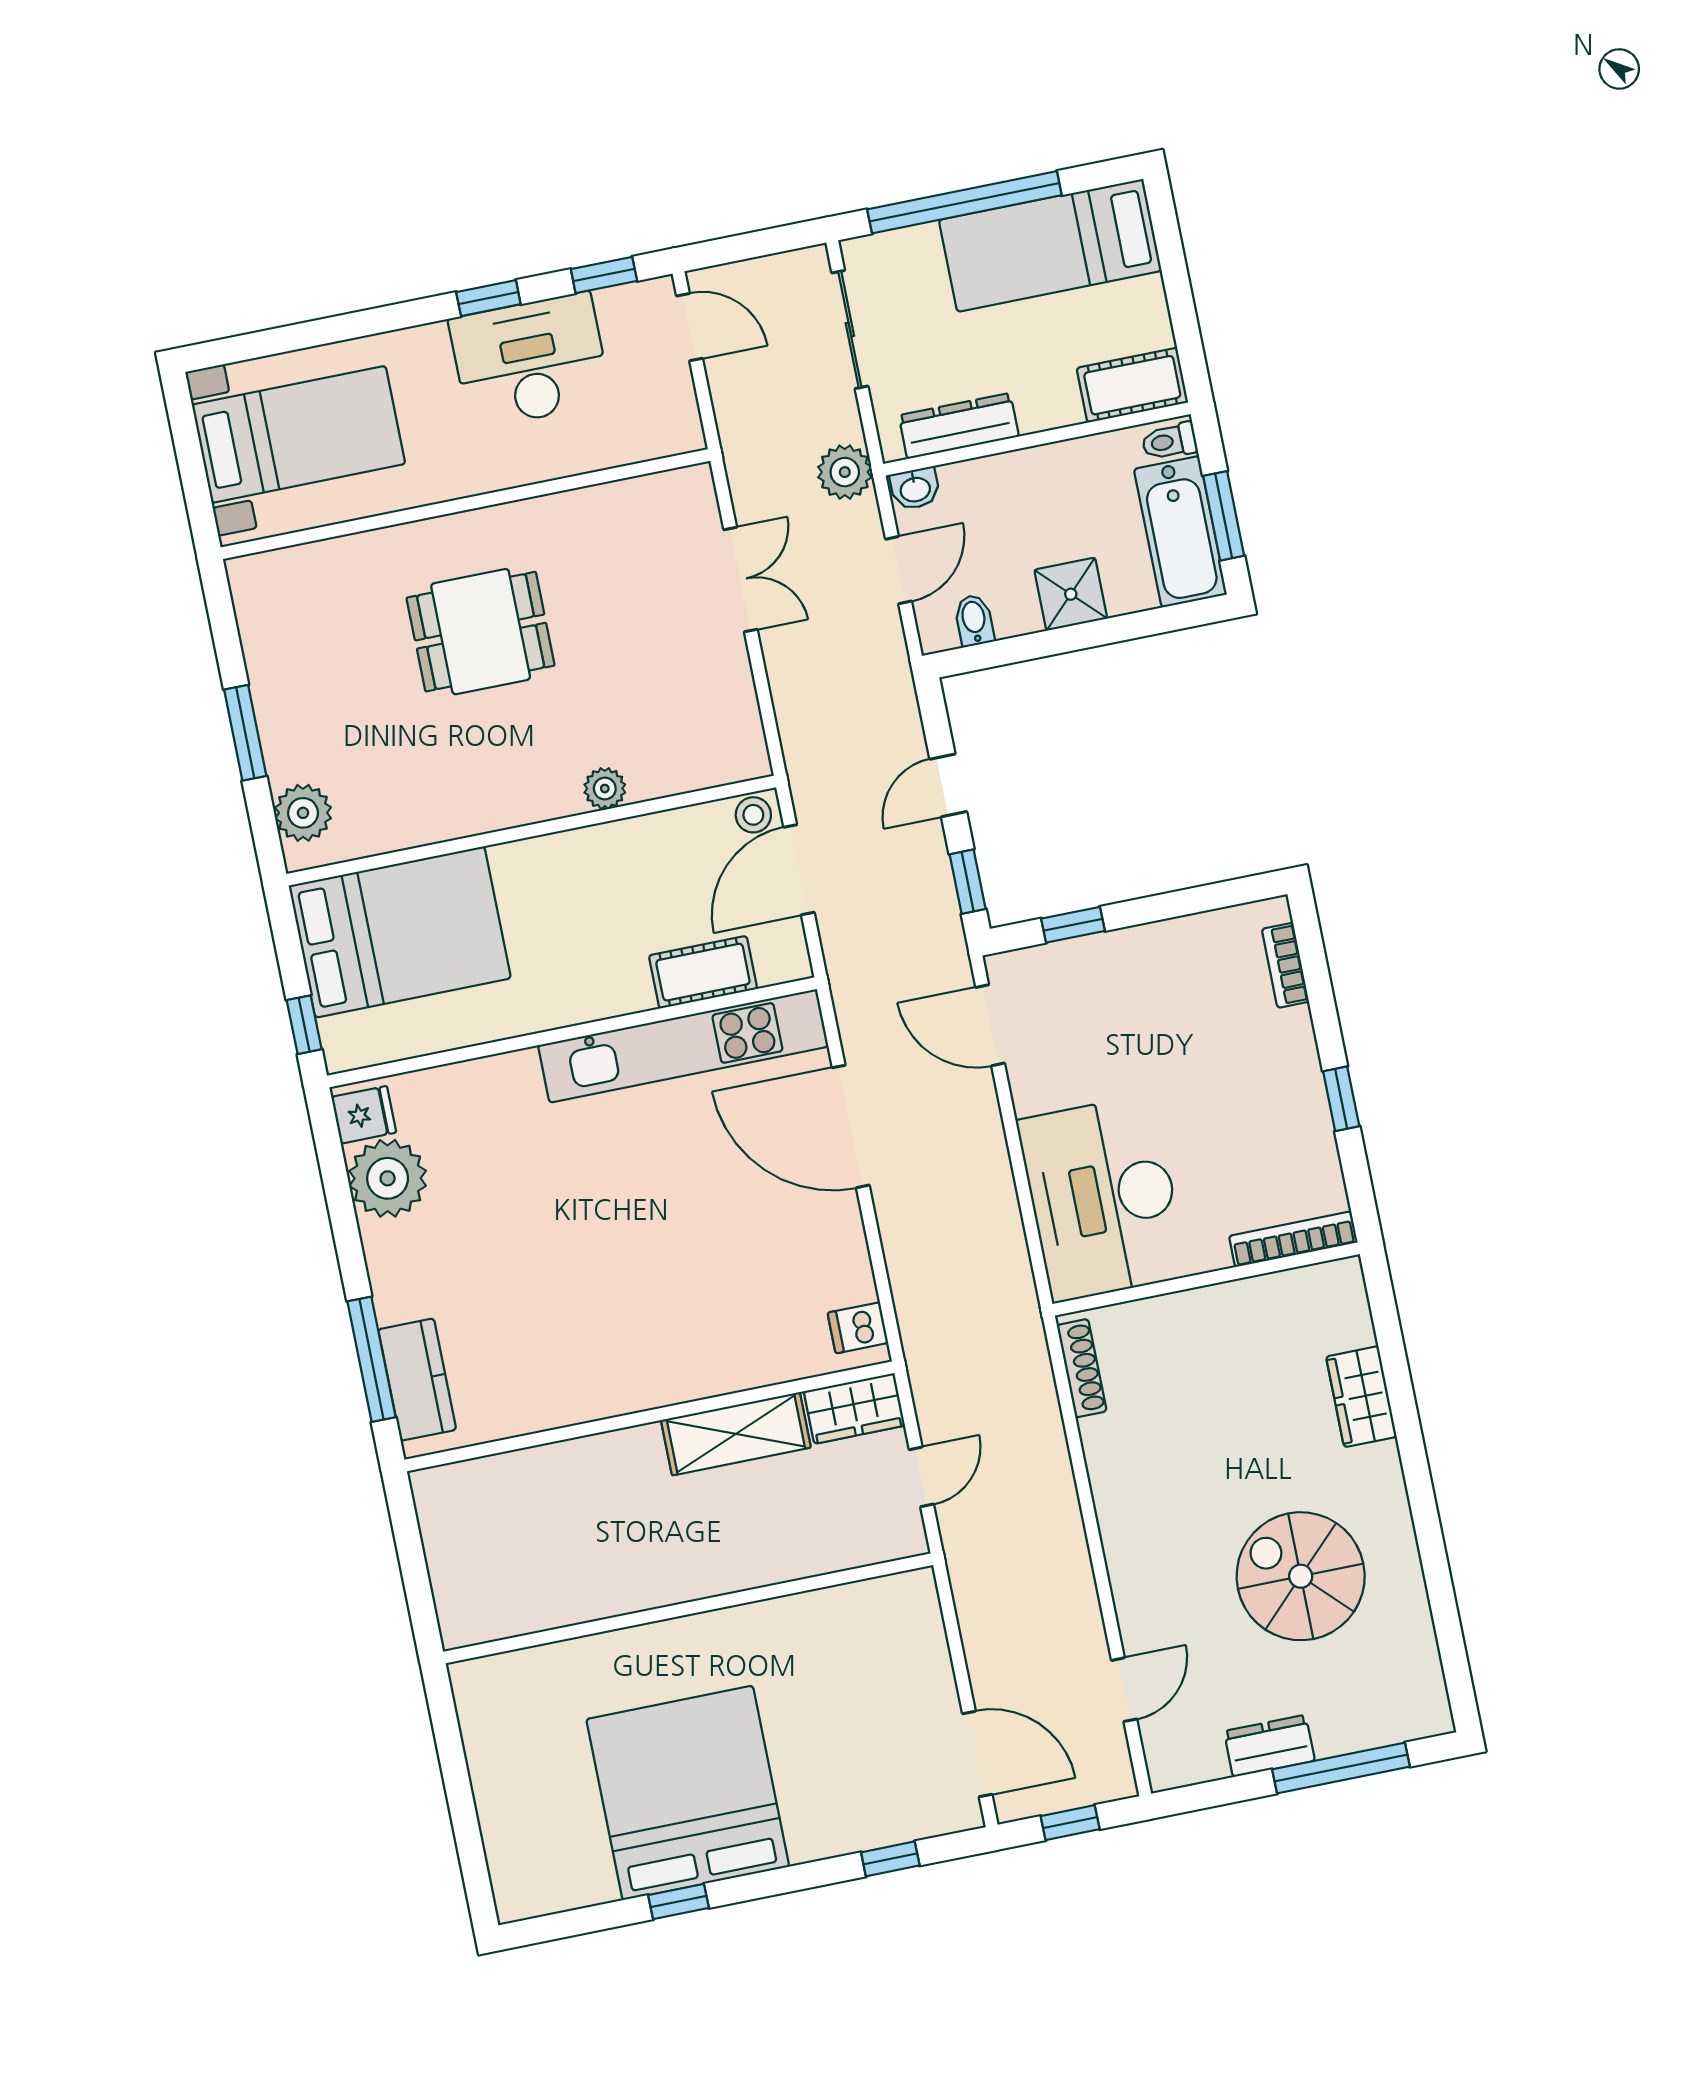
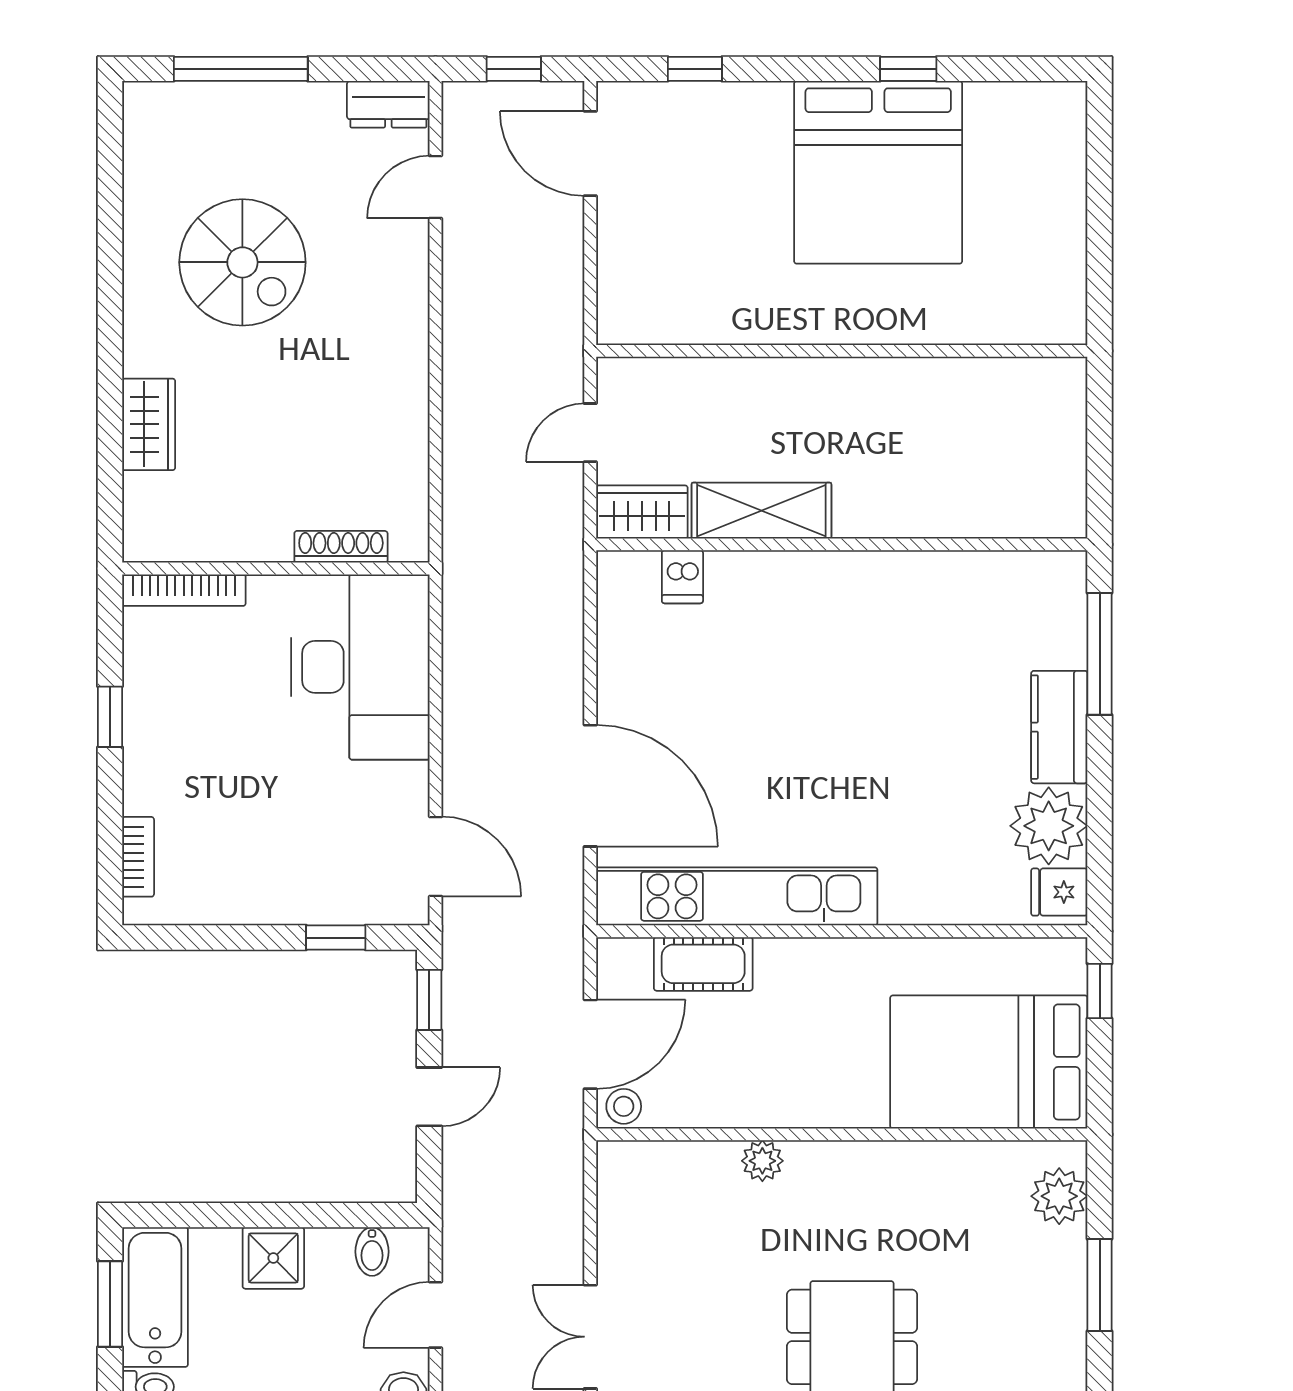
dishwasher: (858, 1328) -> (682, 577), moved, turned 90
shoe rack: (1082, 1368) -> (341, 547), moved, turned 90
kitchen counter: (417, 1380) -> (1059, 727), moved
dresser: (1269, 1746) -> (388, 104), moved

